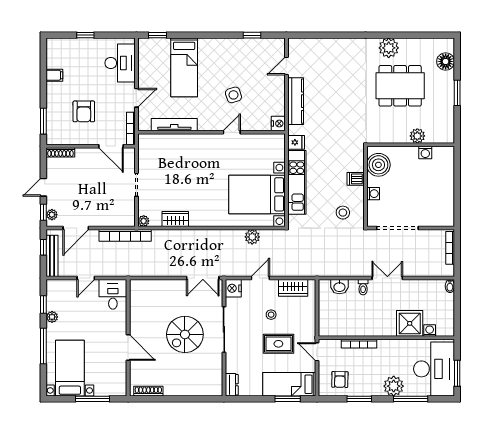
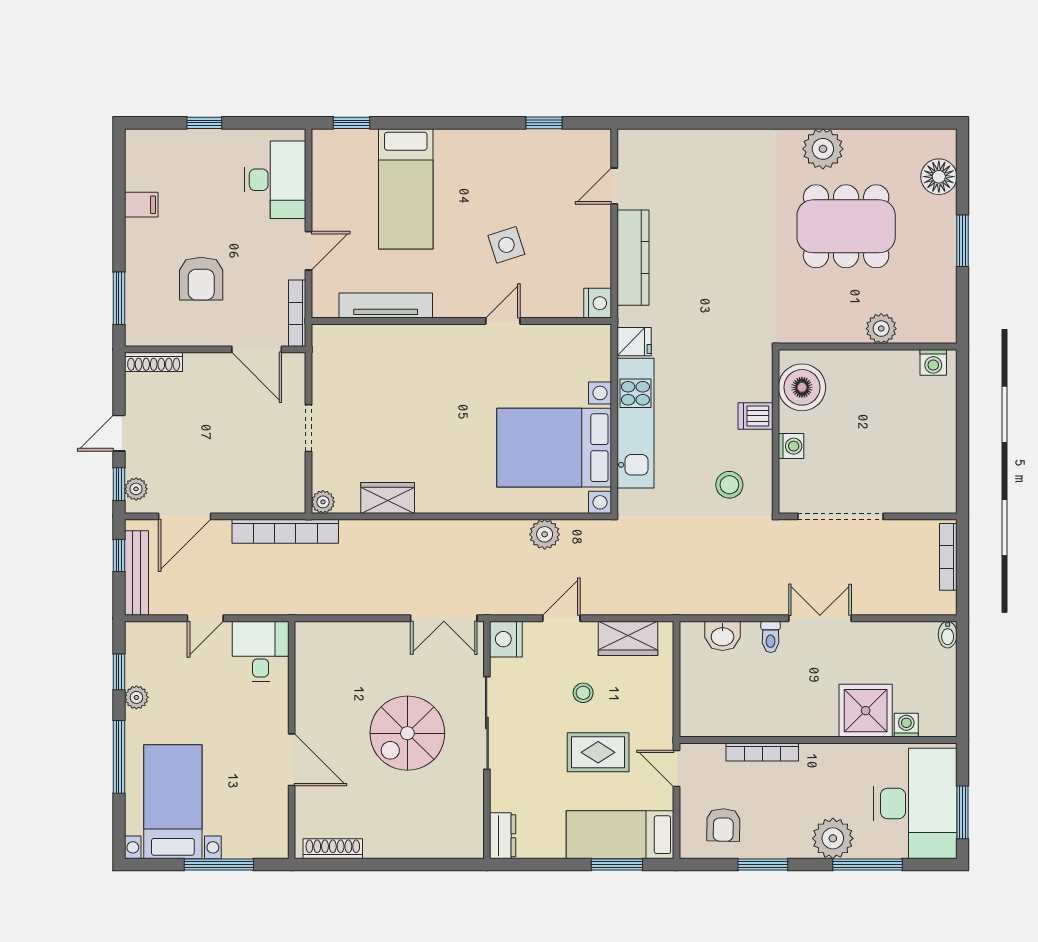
washing machine: (425, 153) -> (933, 362), moved

